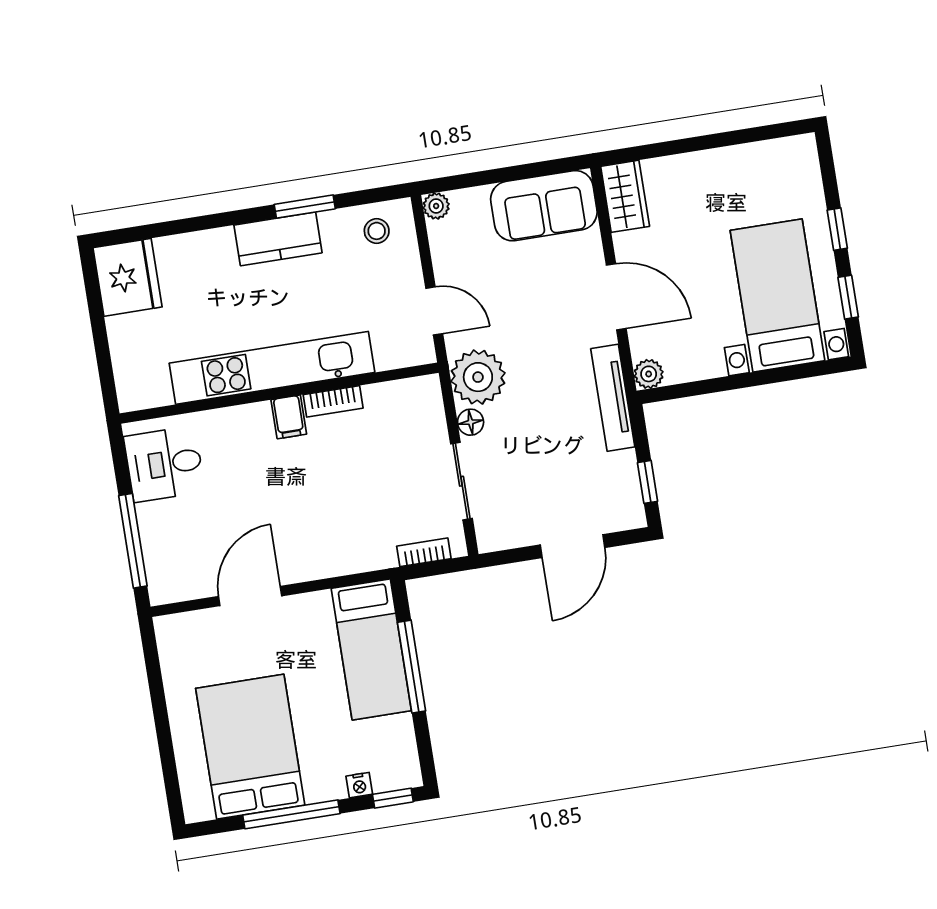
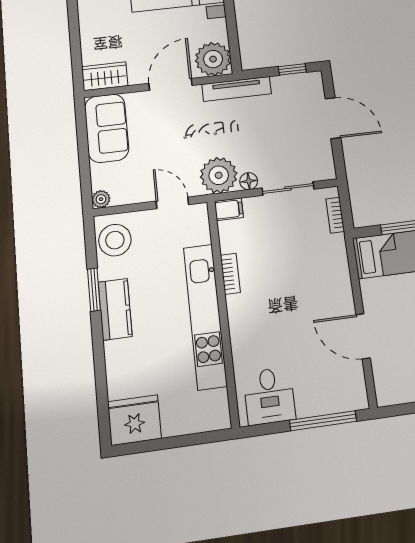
stool: (377, 231) -> (115, 240), width x1.89, depth x1.89
door: (434, 311) -> (172, 203), hinge flipped
plant: (649, 374) -> (213, 59), width x1.87, depth x1.87
filing cabinet: (289, 417) -> (229, 209), moved

